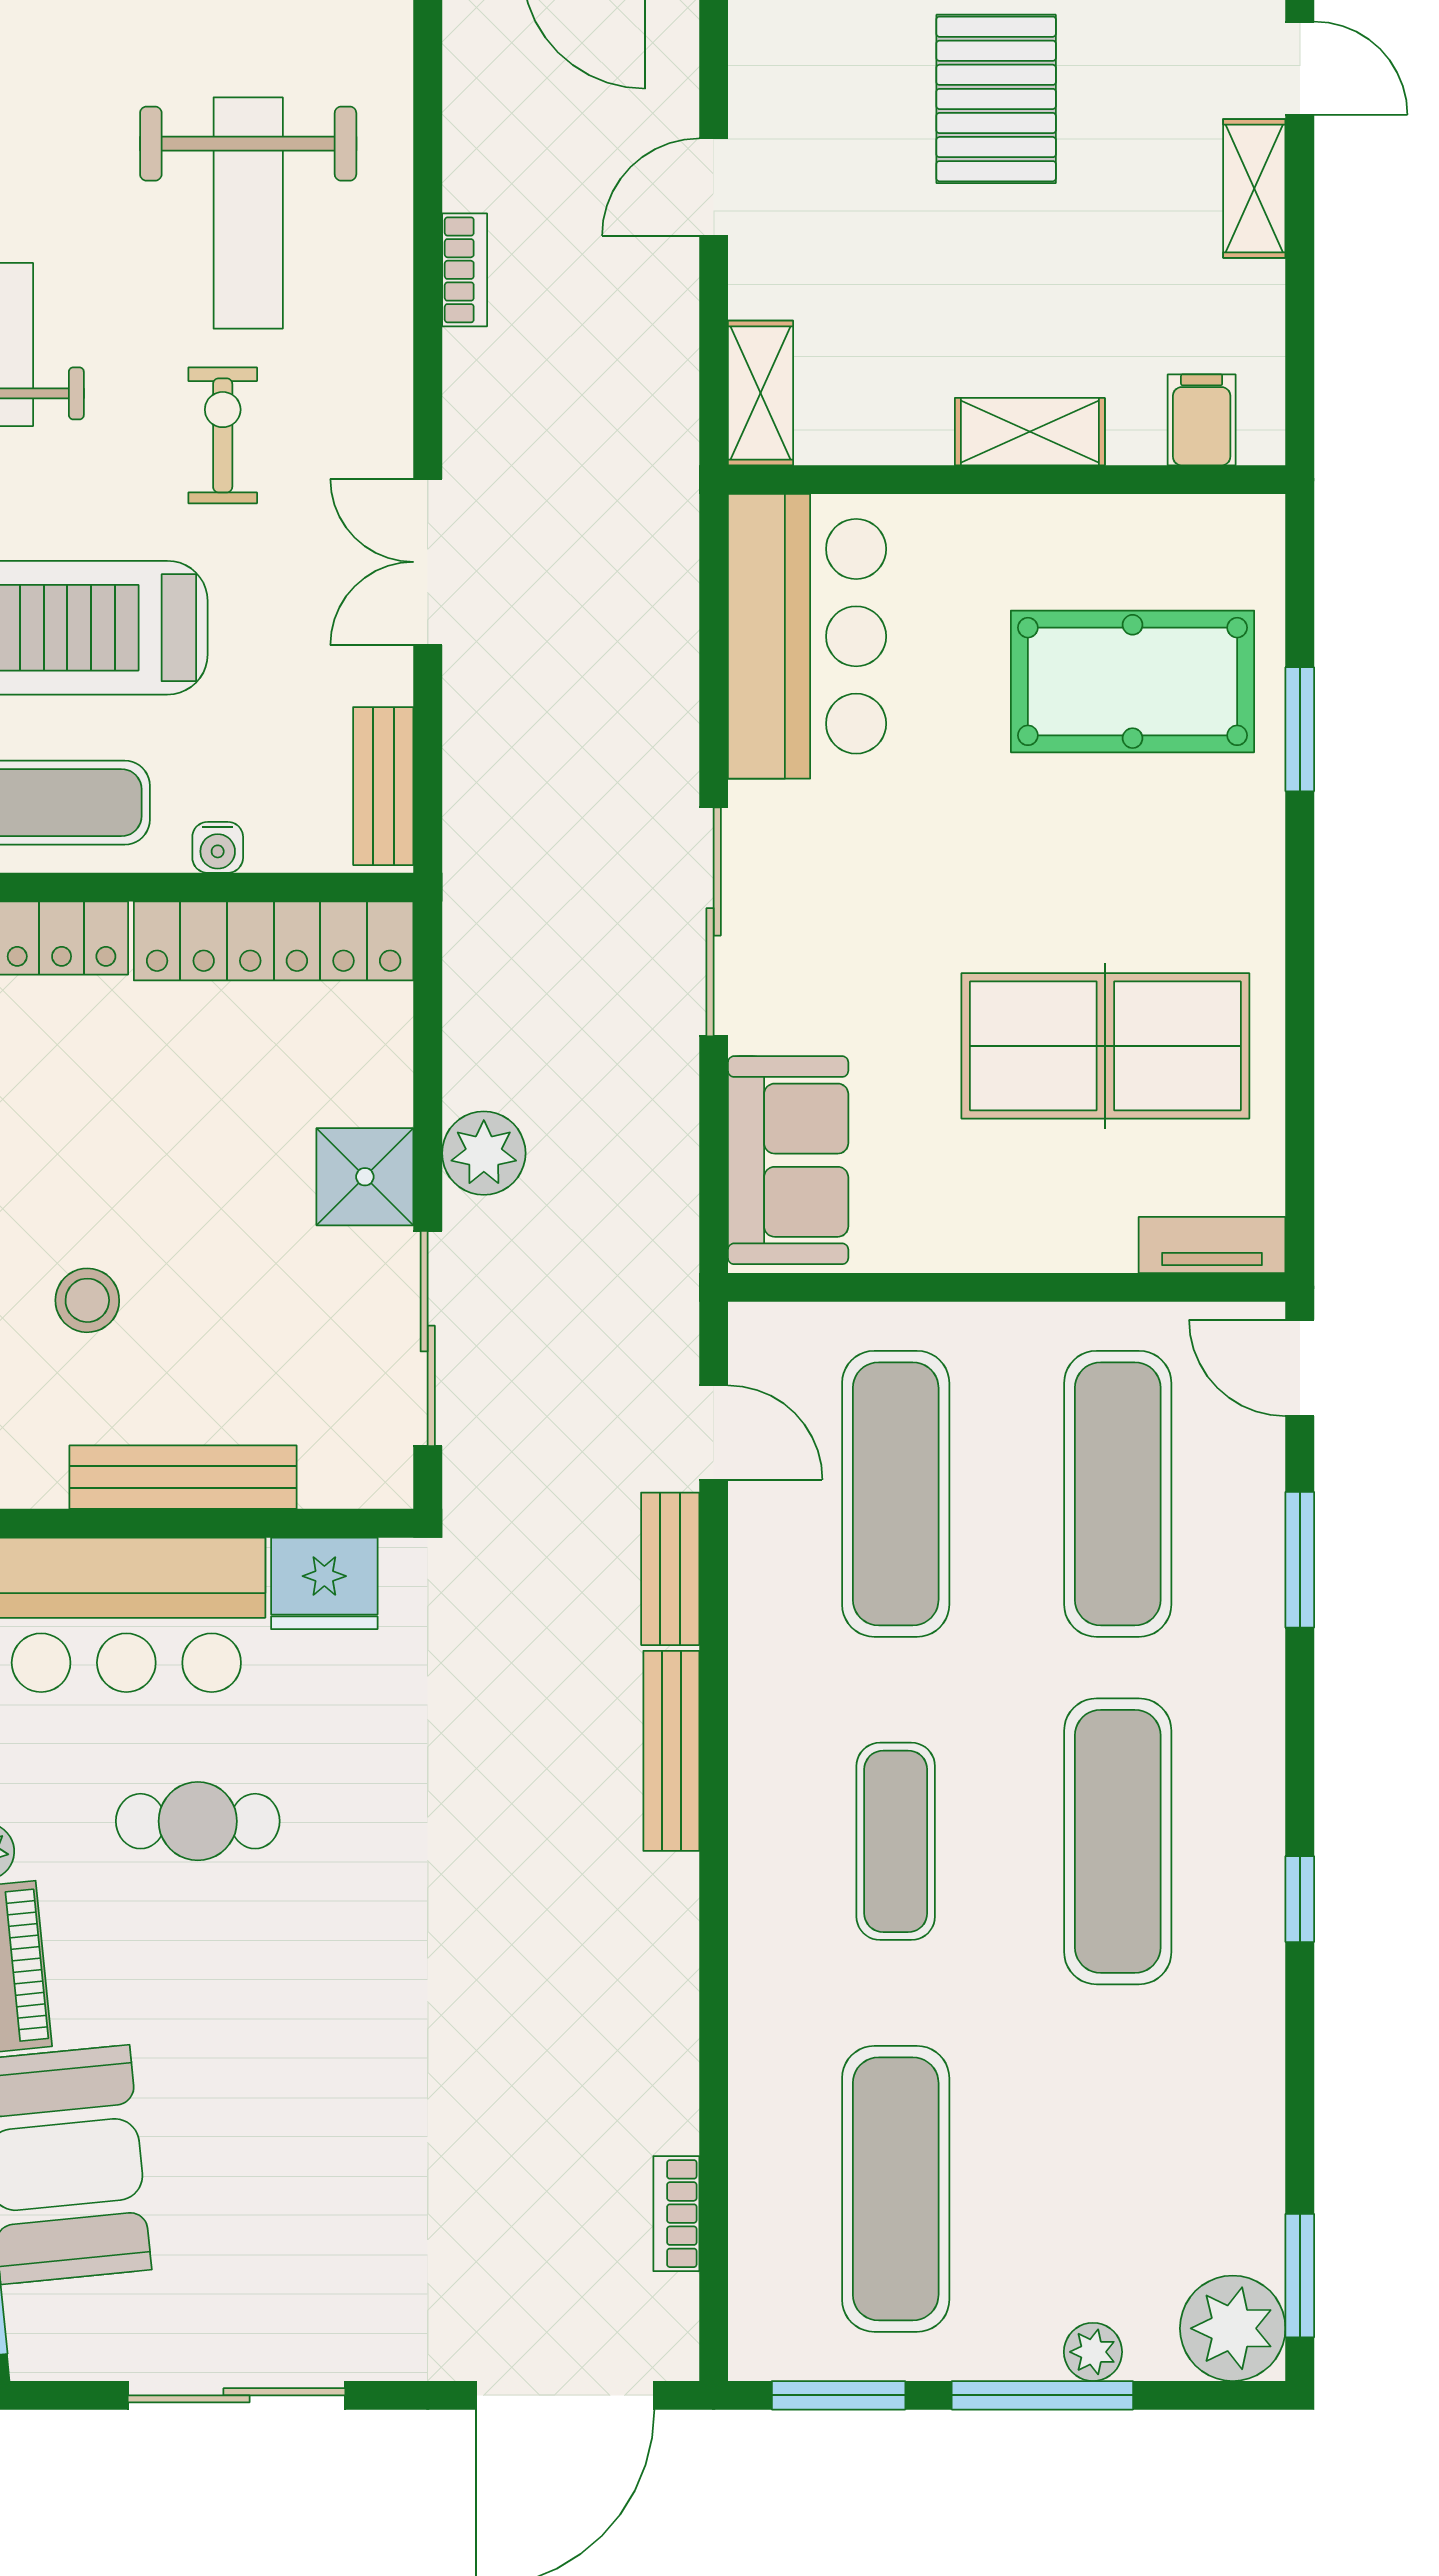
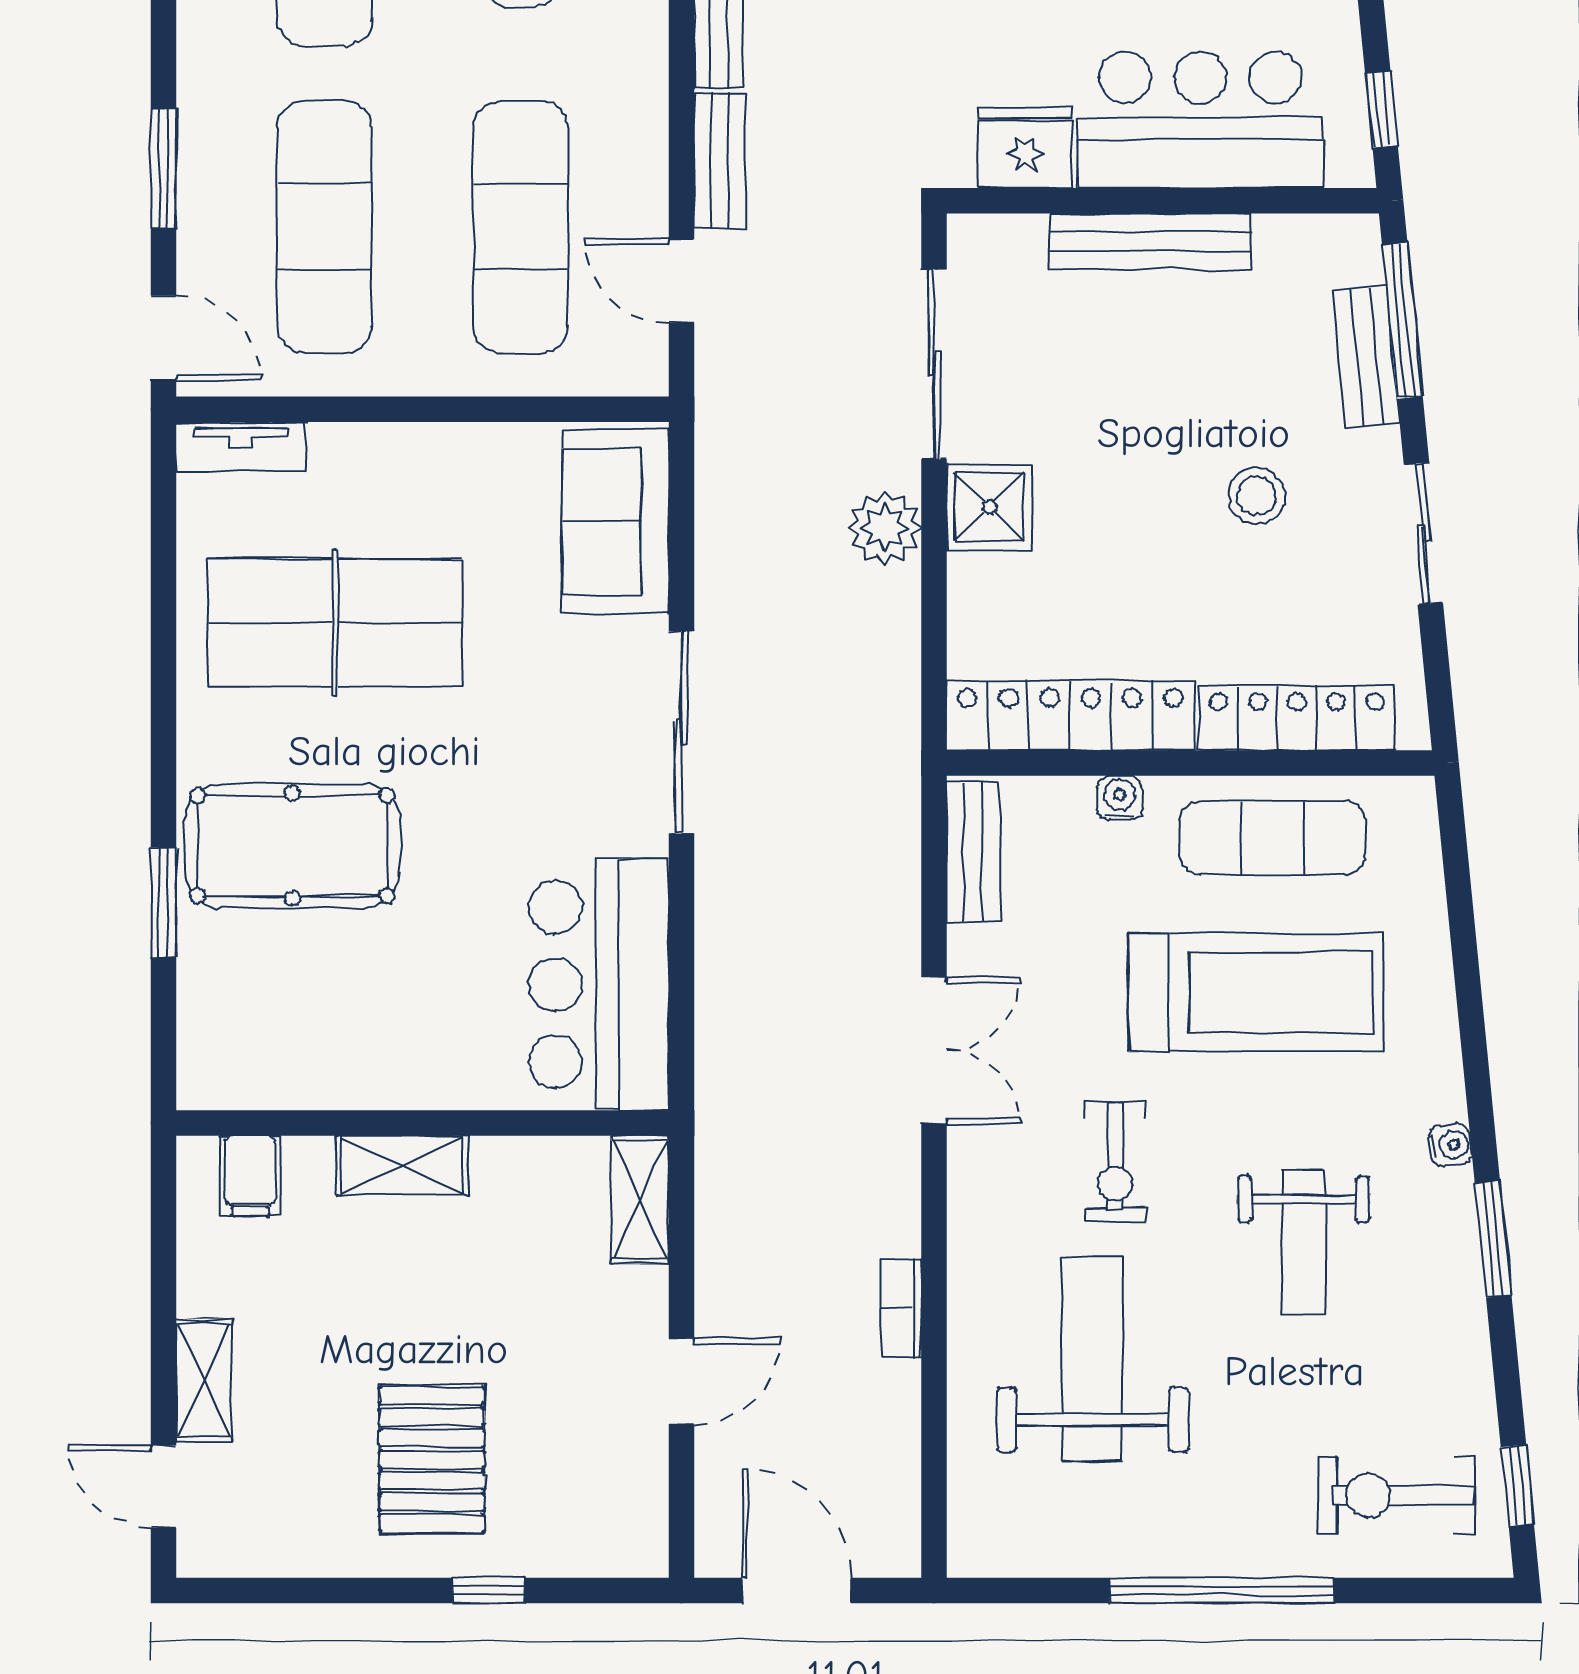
pool table: (1133, 681) -> (292, 846), moved
stool: (87, 1300) -> (1257, 496), moved

